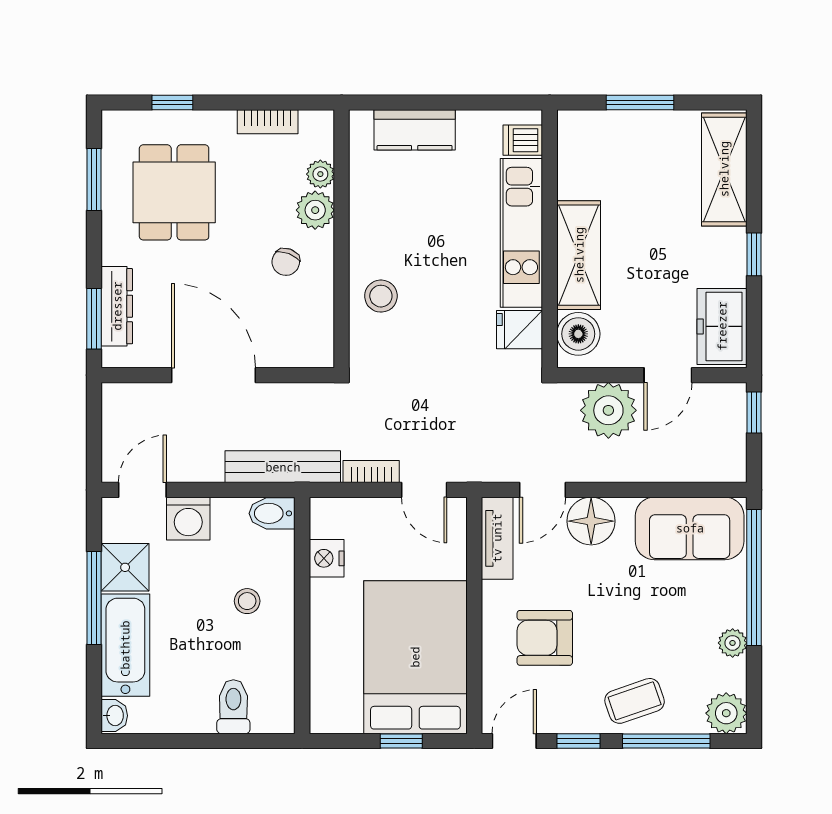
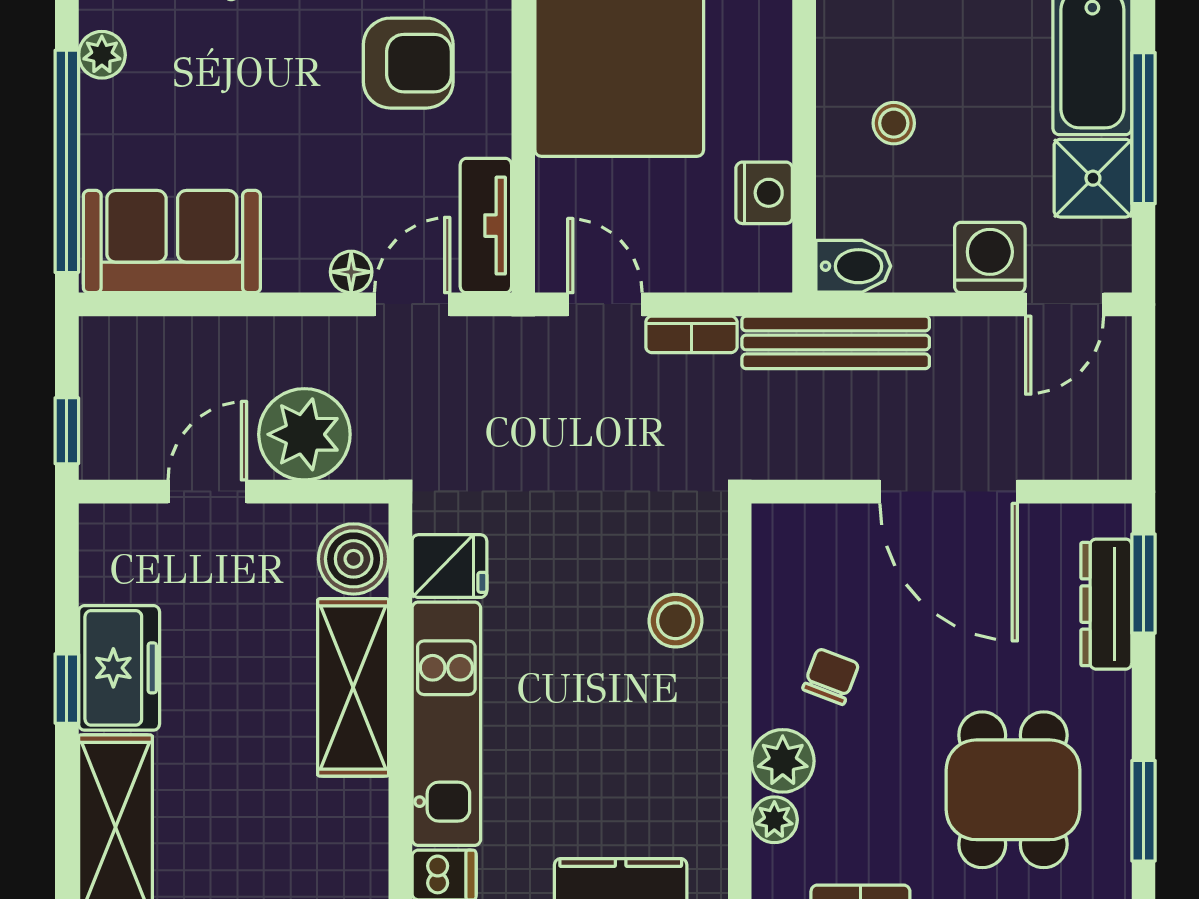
freezer: (722, 326) -> (119, 668), moved
floor lamp: (591, 521) -> (351, 272), width x0.53, depth x0.53

